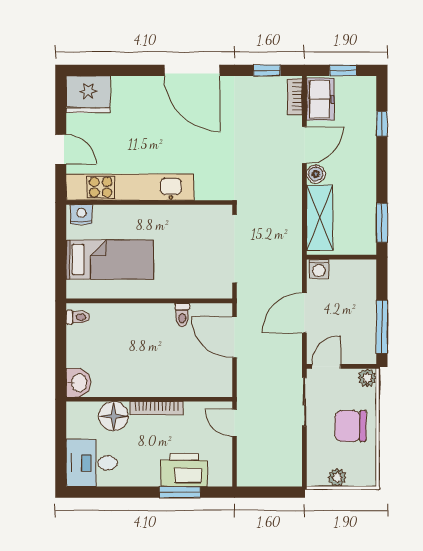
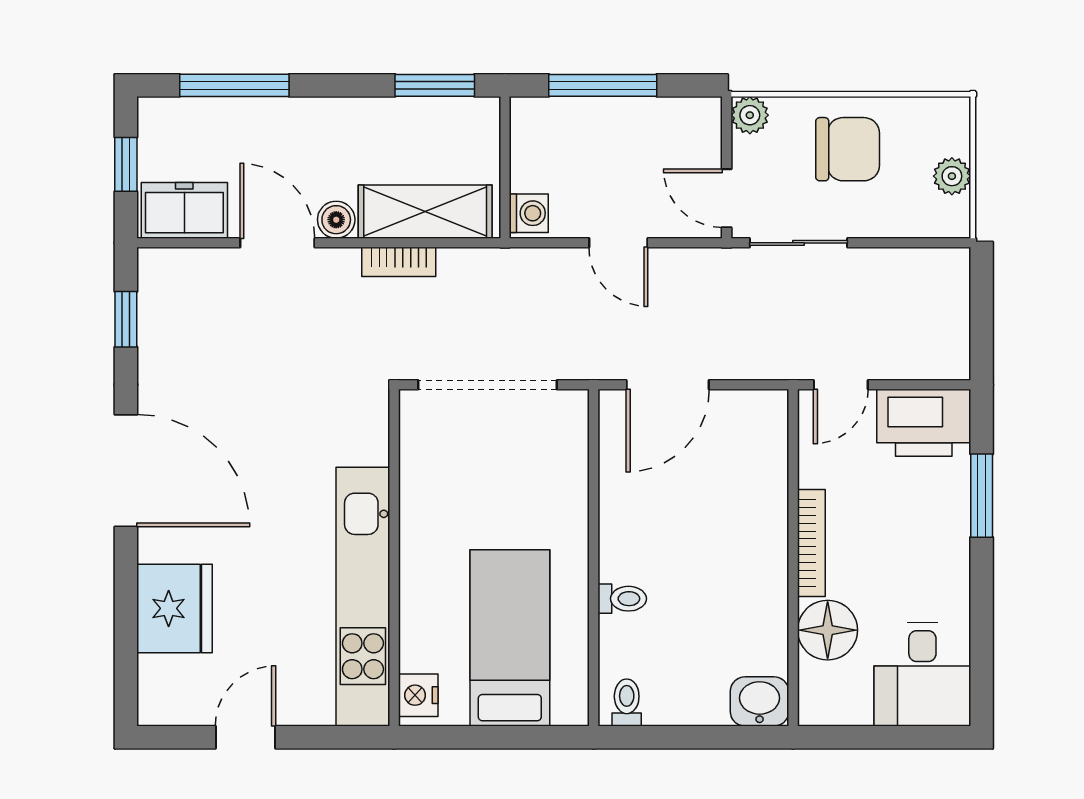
door: (192, 70) -> (126, 471), hinge flipped
fridge: (88, 94) -> (175, 608), moved
bookcase: (295, 97) -> (399, 262), moved
window: (382, 124) -> (234, 85), width x2.17
door: (61, 149) -> (245, 737), moved
door: (304, 313) -> (618, 243), width x0.73
toilet: (182, 315) -> (622, 599), moved
window: (382, 327) -> (603, 85), moved
chair: (351, 426) -> (848, 149), turned -90
printer: (184, 470) -> (924, 423), moved, turned -90

